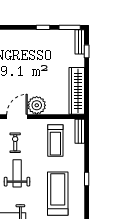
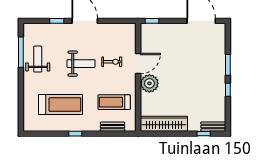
window: (70, 27) -> (228, 65), moved
door: (17, 117) -> (138, 64), hinge flipped
bench: (80, 131) -> (113, 127), moved

